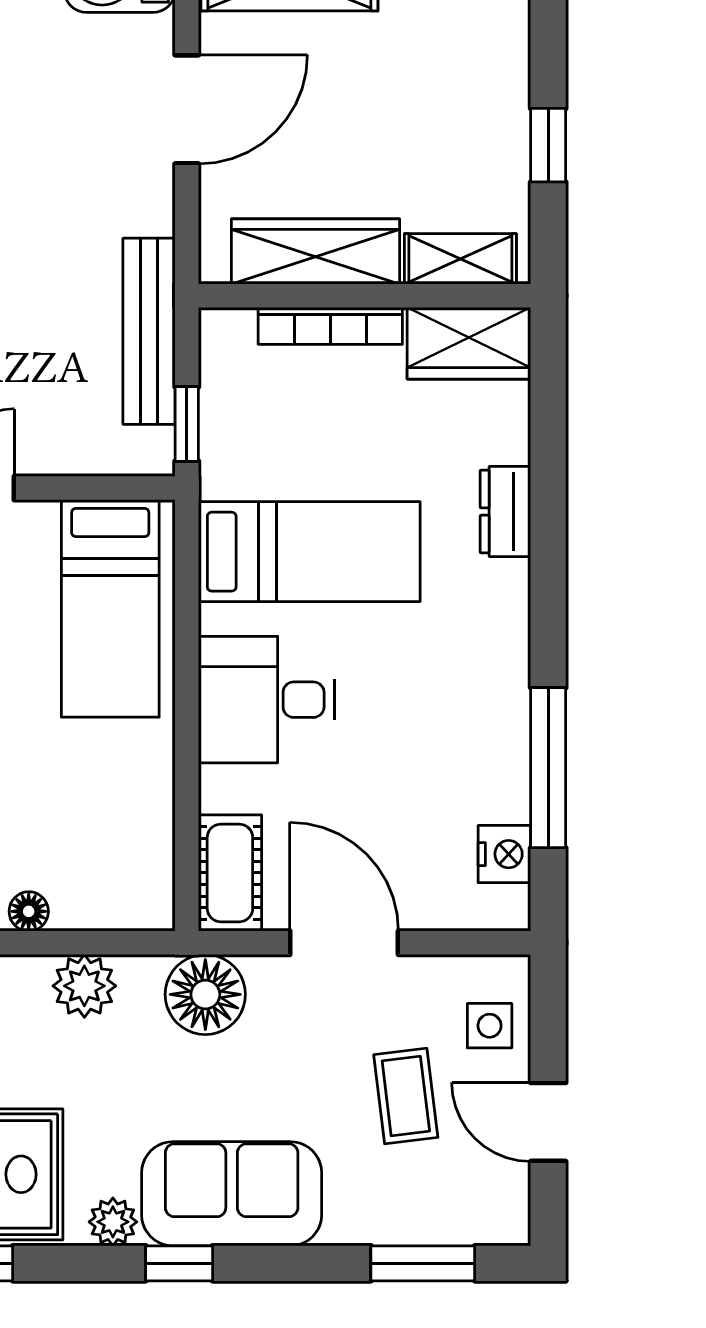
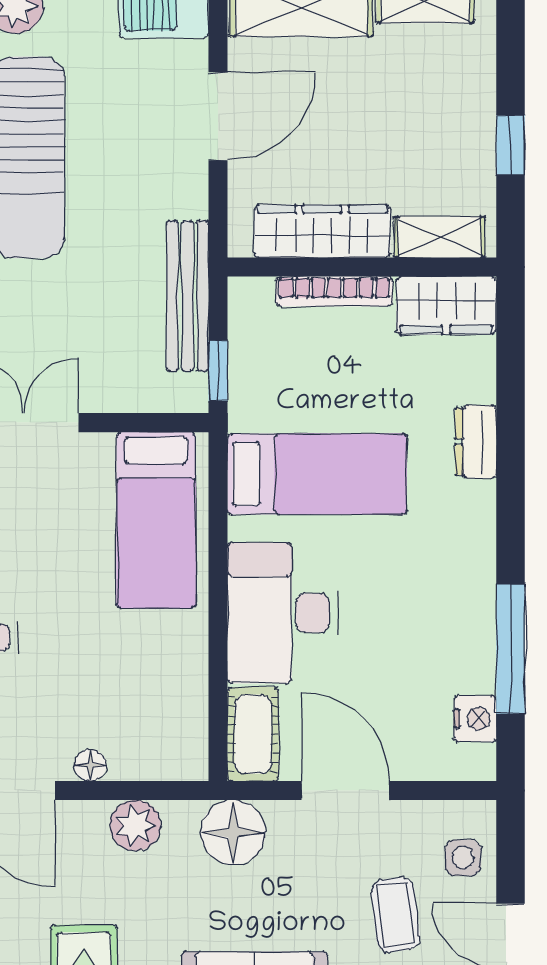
desk: (267, 700) -> (283, 613), width x1.37

